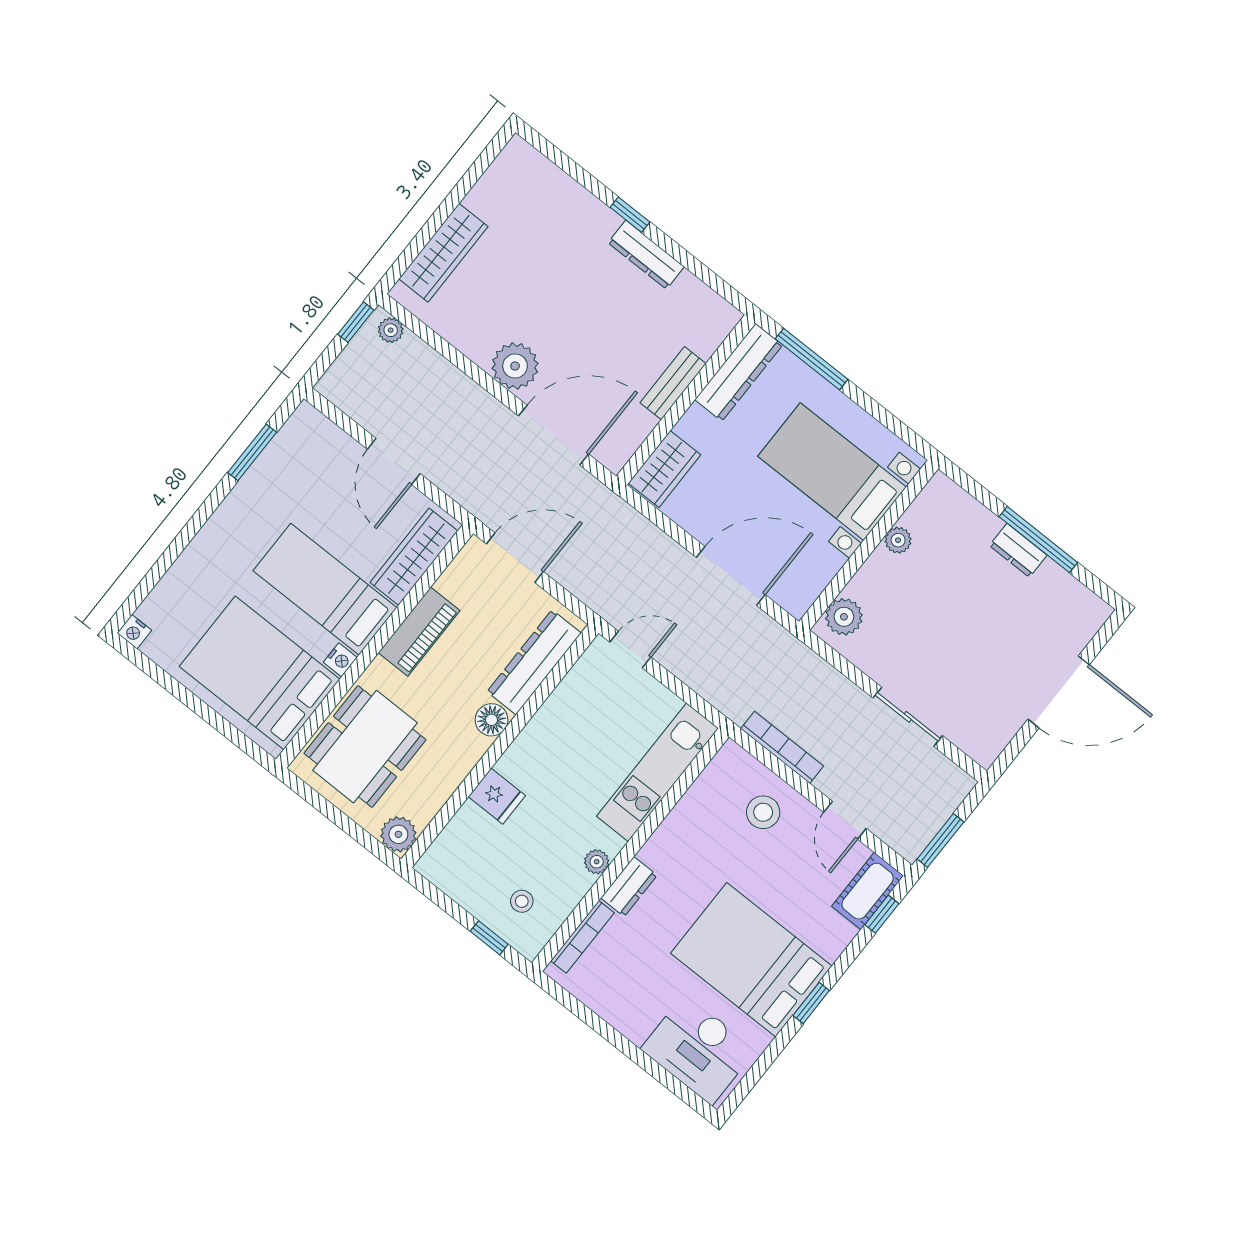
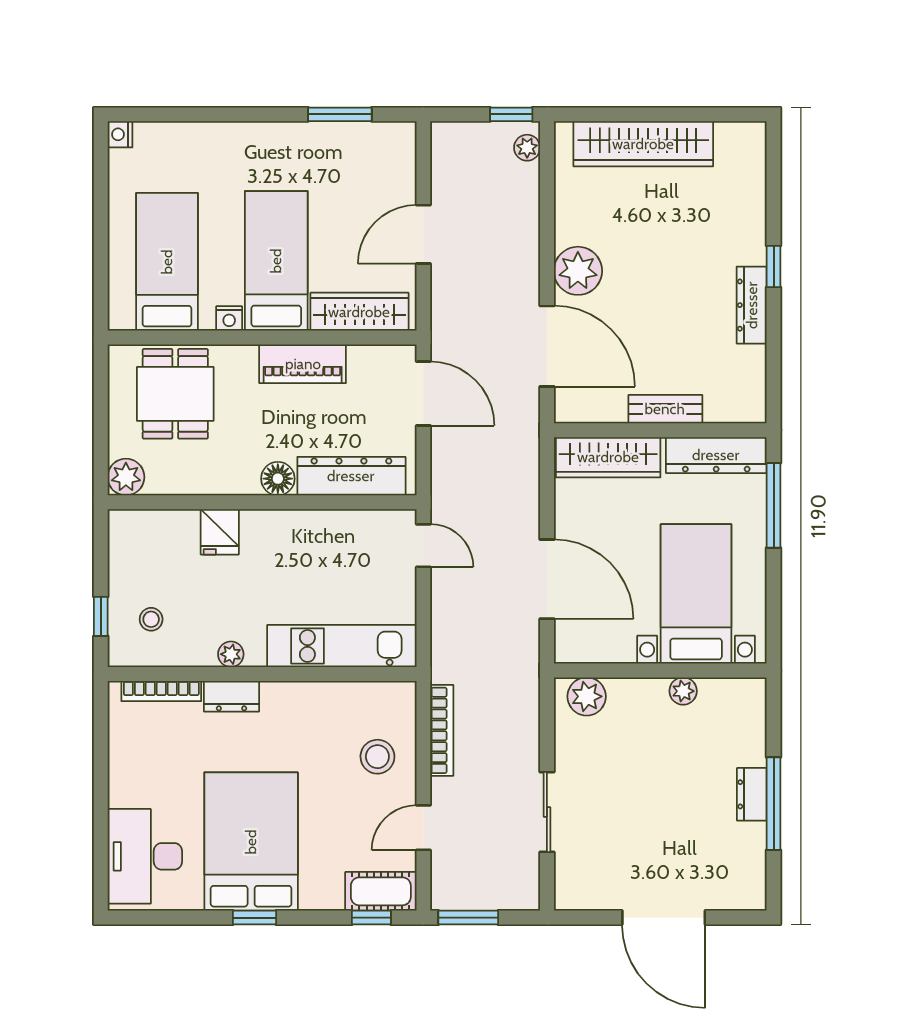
wardrobe: (443, 253) -> (643, 144), width x1.40, depth x1.17
wardrobe: (664, 469) -> (608, 457), width x1.50
bed: (260, 673) -> (167, 262), width x0.67
dining table: (365, 747) -> (175, 394), width x0.73

